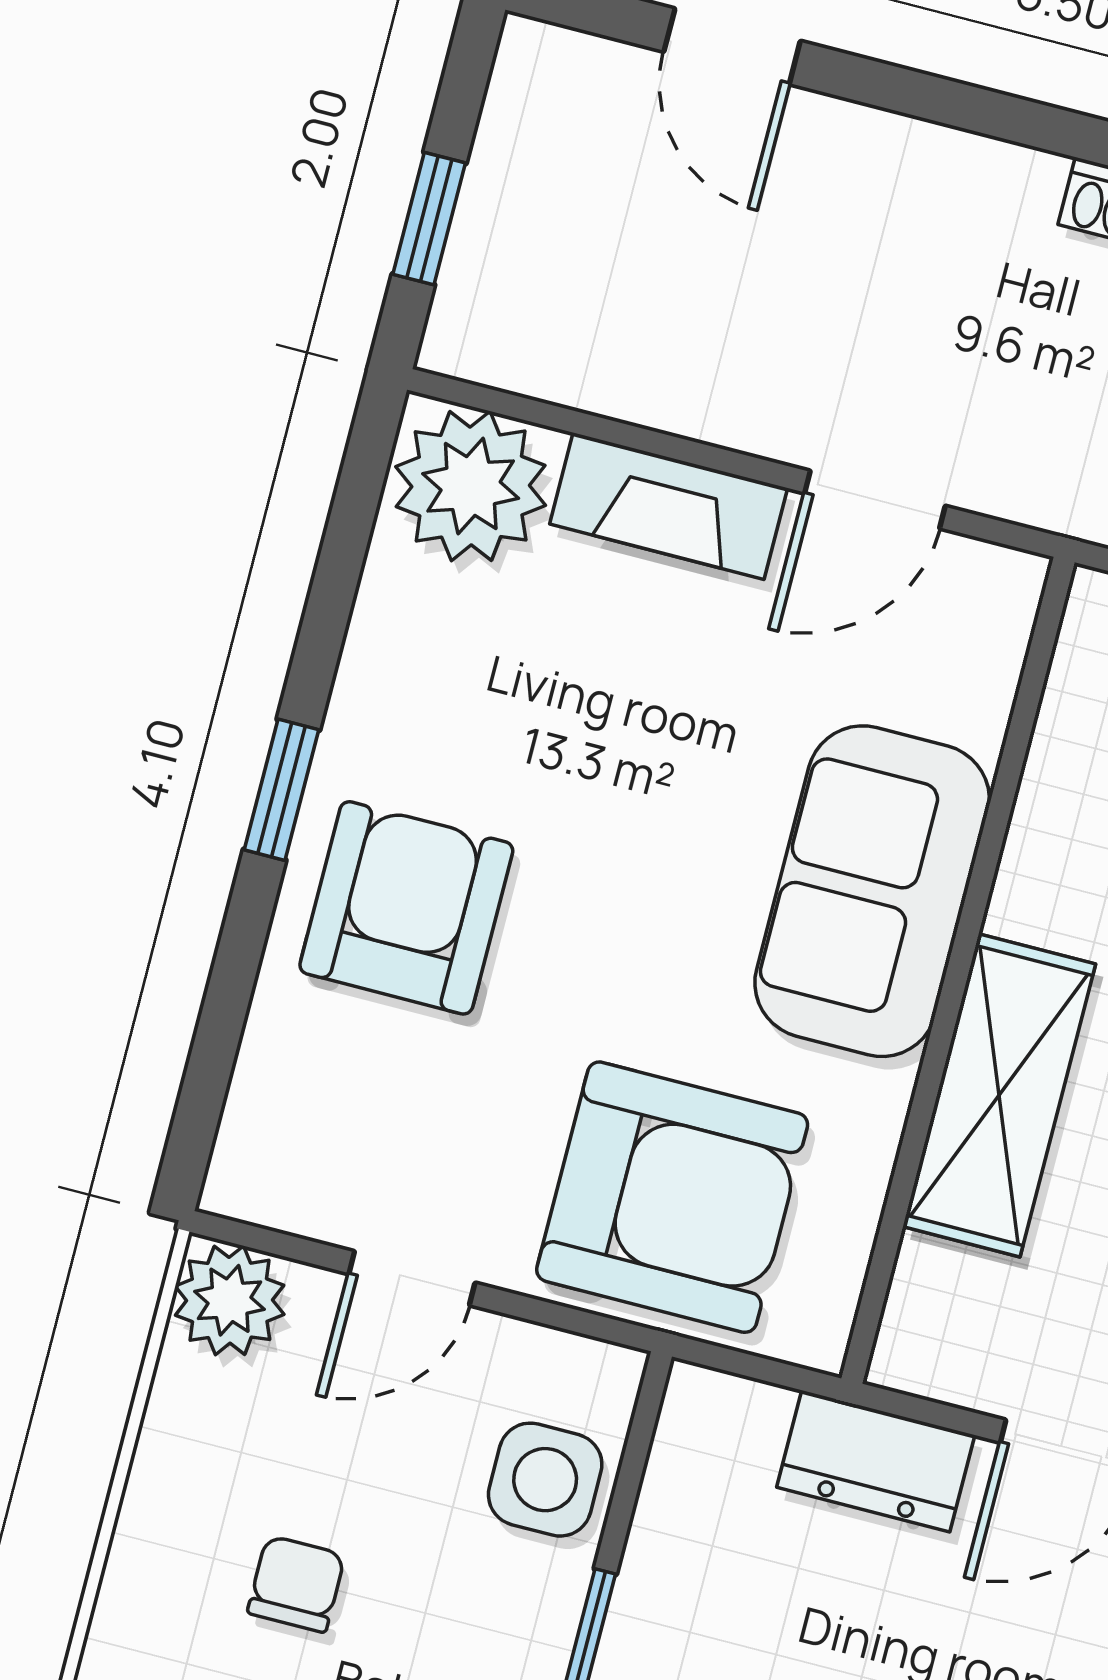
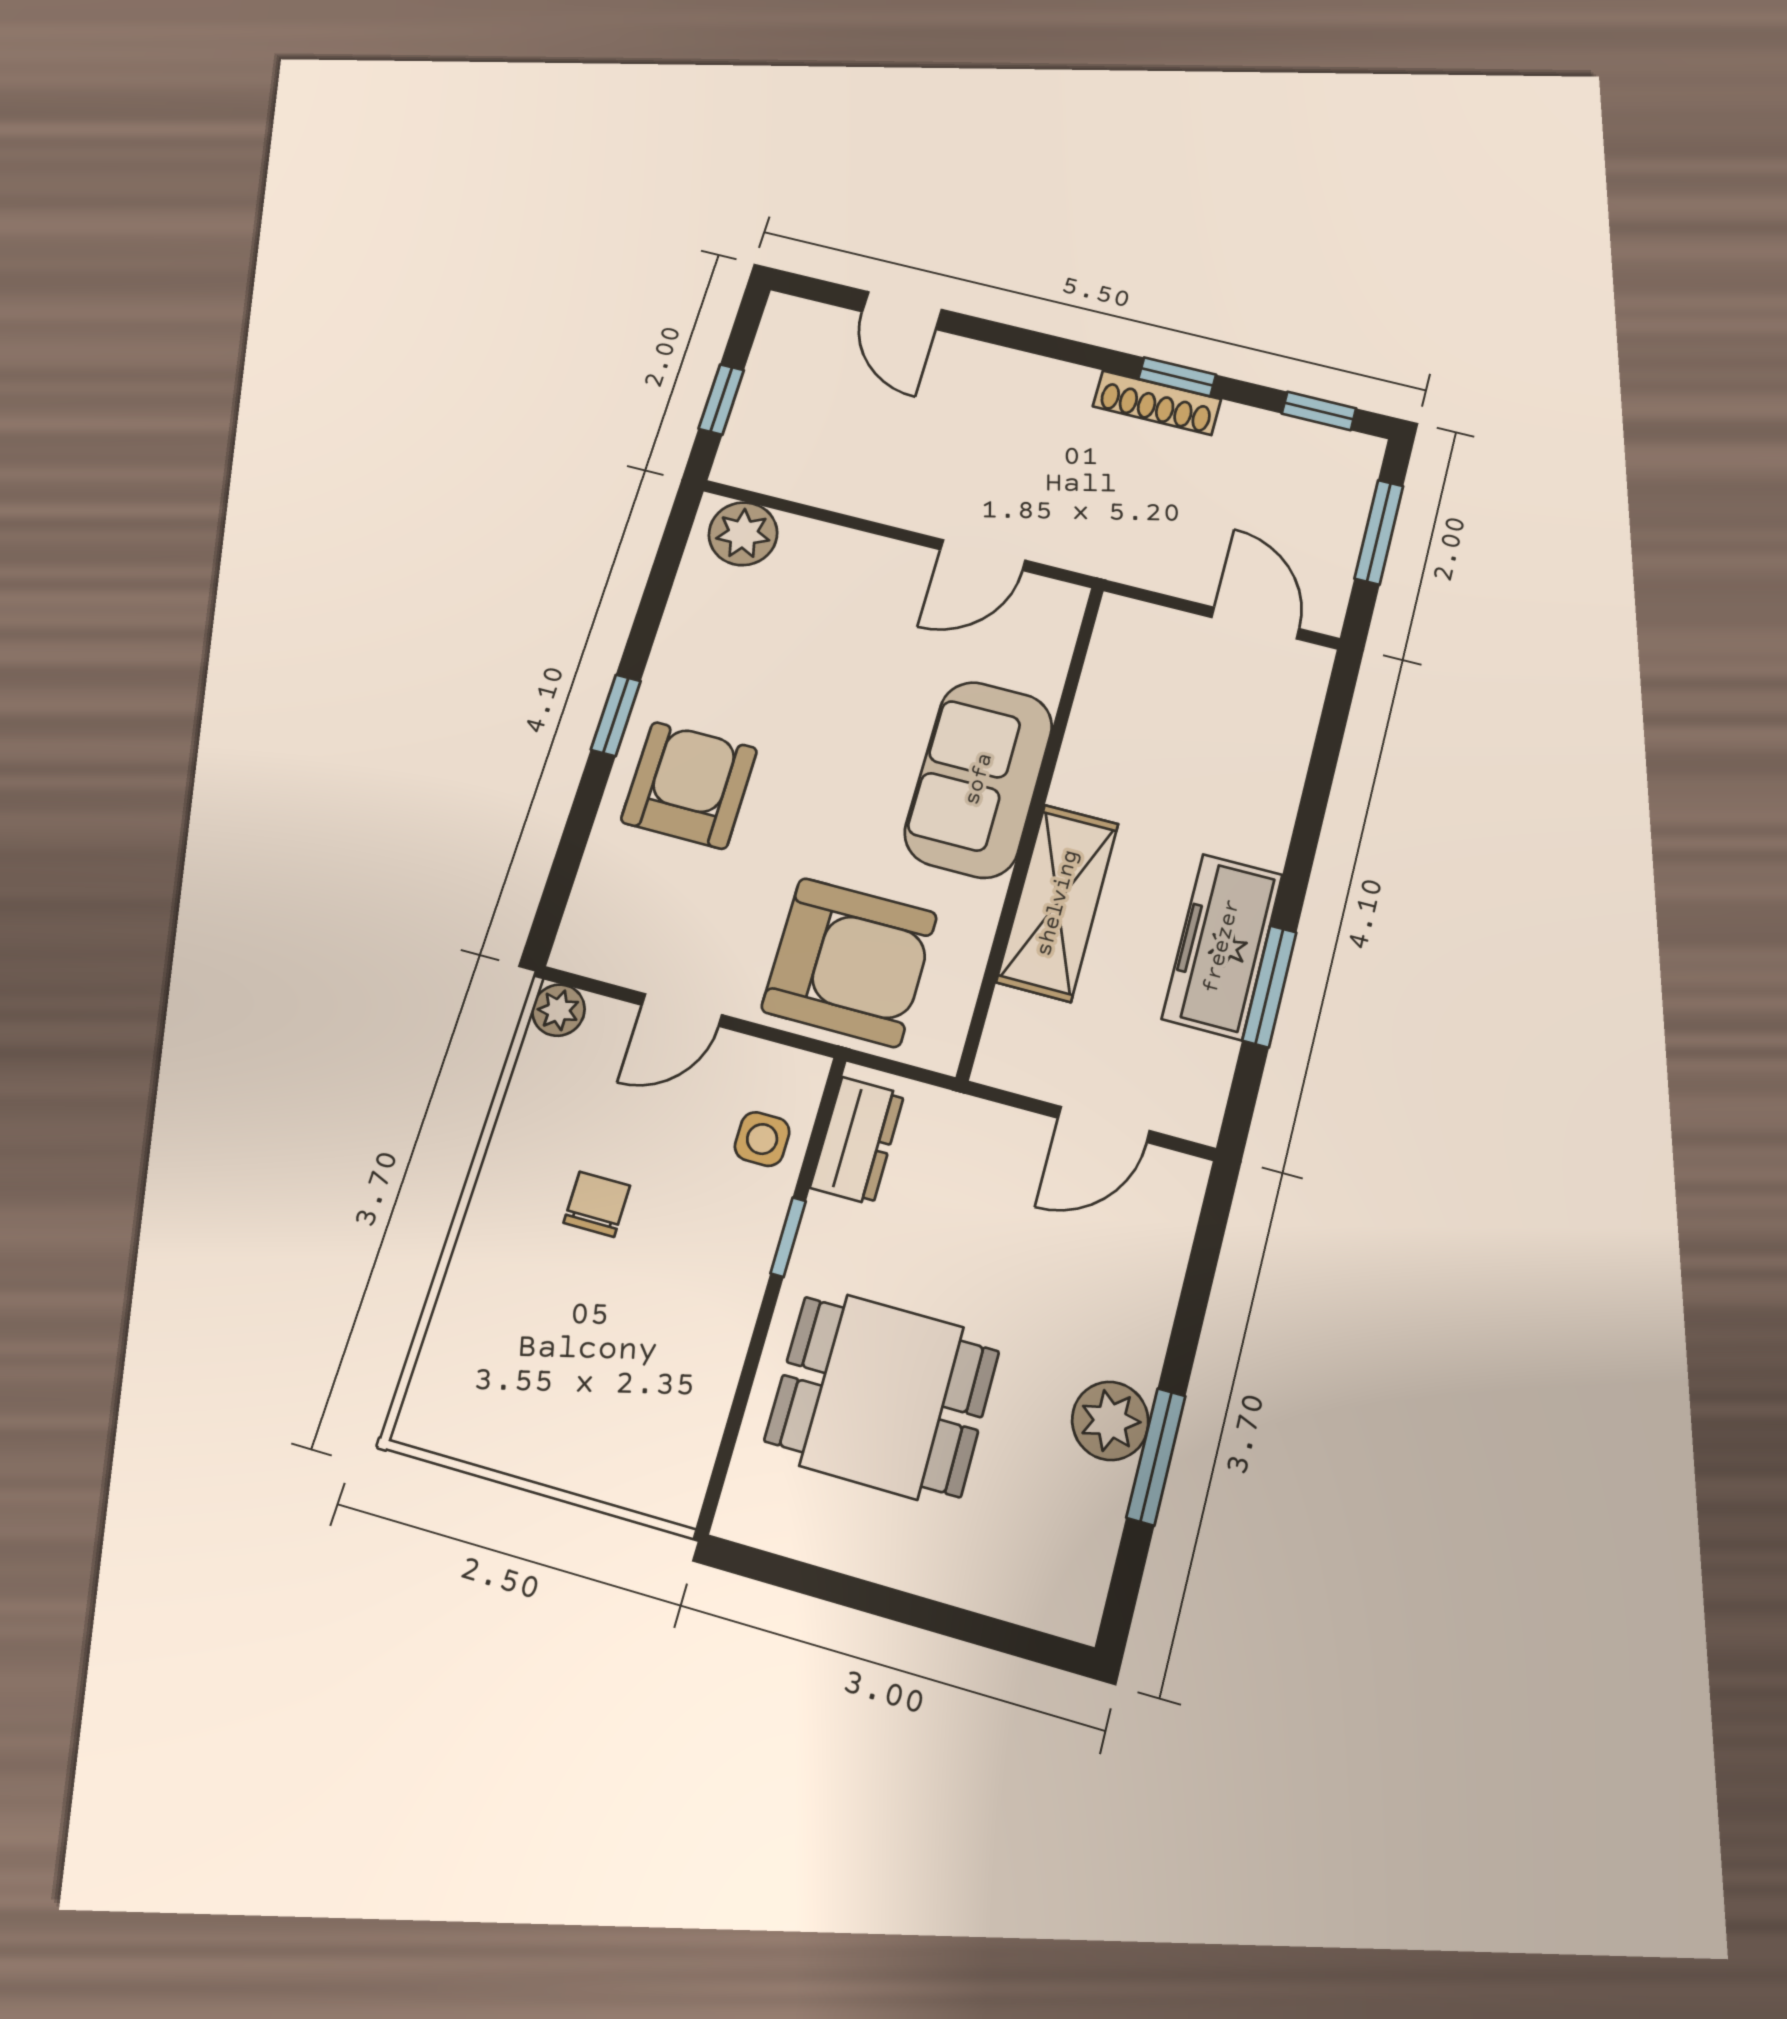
plant: (471, 486) -> (743, 534), width x0.73, depth x0.73
fireplace: (669, 506) -> (858, 557), removed
plant: (230, 1300) -> (558, 1010), width x0.73, depth x0.73
dresser: (876, 1461) -> (857, 1141), moved, turned -90
side table: (545, 1480) -> (762, 1139), width x0.73, depth x0.73

